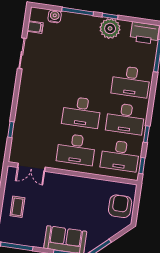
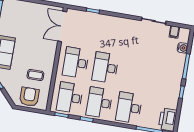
plant: (110, 28) -> (172, 92), removed
double door: (31, 167) -> (62, 26), width x1.37
armchair: (120, 206) -> (29, 97), turned -90
coffee table: (17, 207) -> (35, 75), moved

